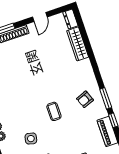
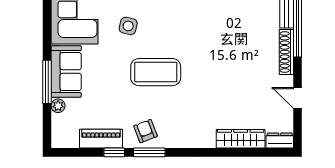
armchair: (85, 99) -> (145, 131), moved
coffee table: (54, 111) -> (156, 72), width x1.86, depth x1.72

